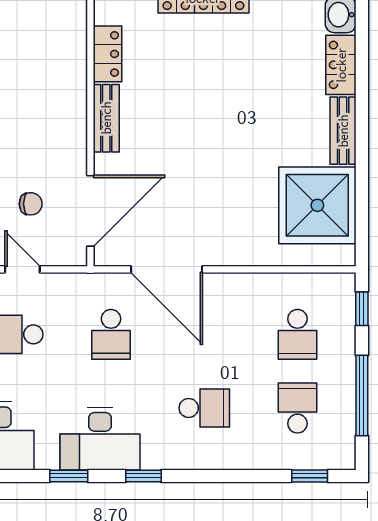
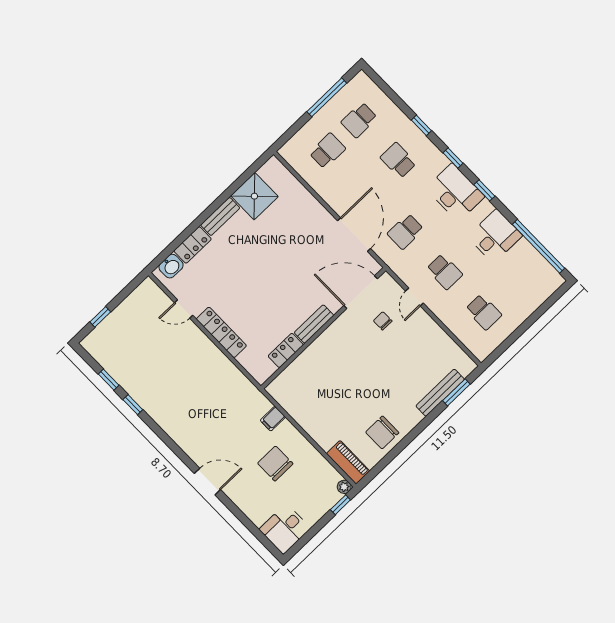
shower: (317, 205) -> (254, 196), width x0.73, depth x0.73
window: (362, 309) -> (289, 134), removed
school desk: (111, 334) -> (405, 231), turned 180
window: (310, 476) -> (421, 125), moved

